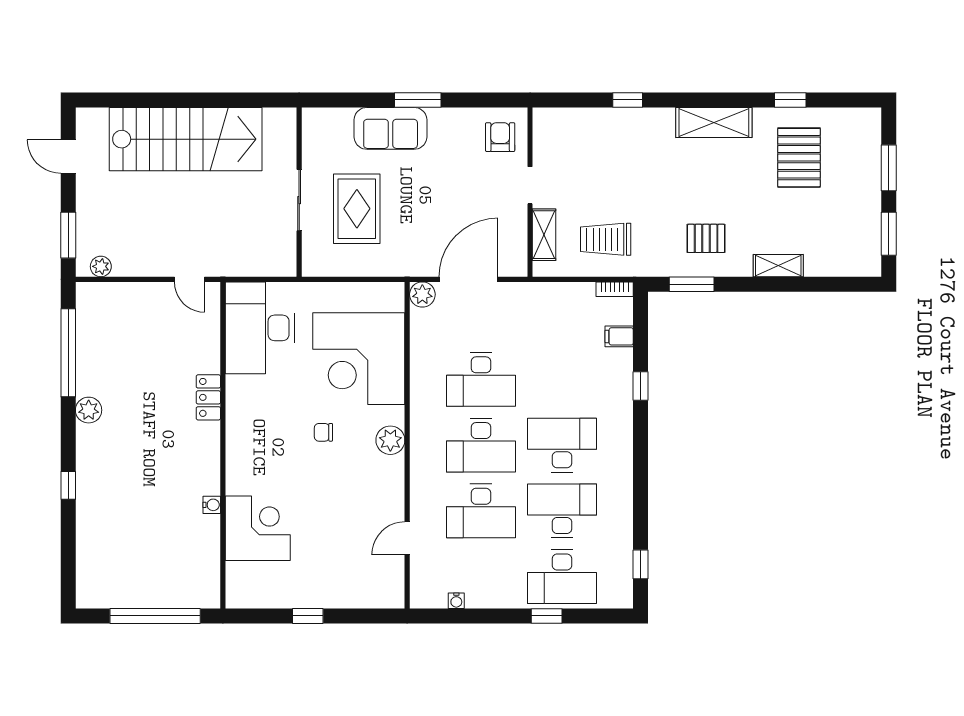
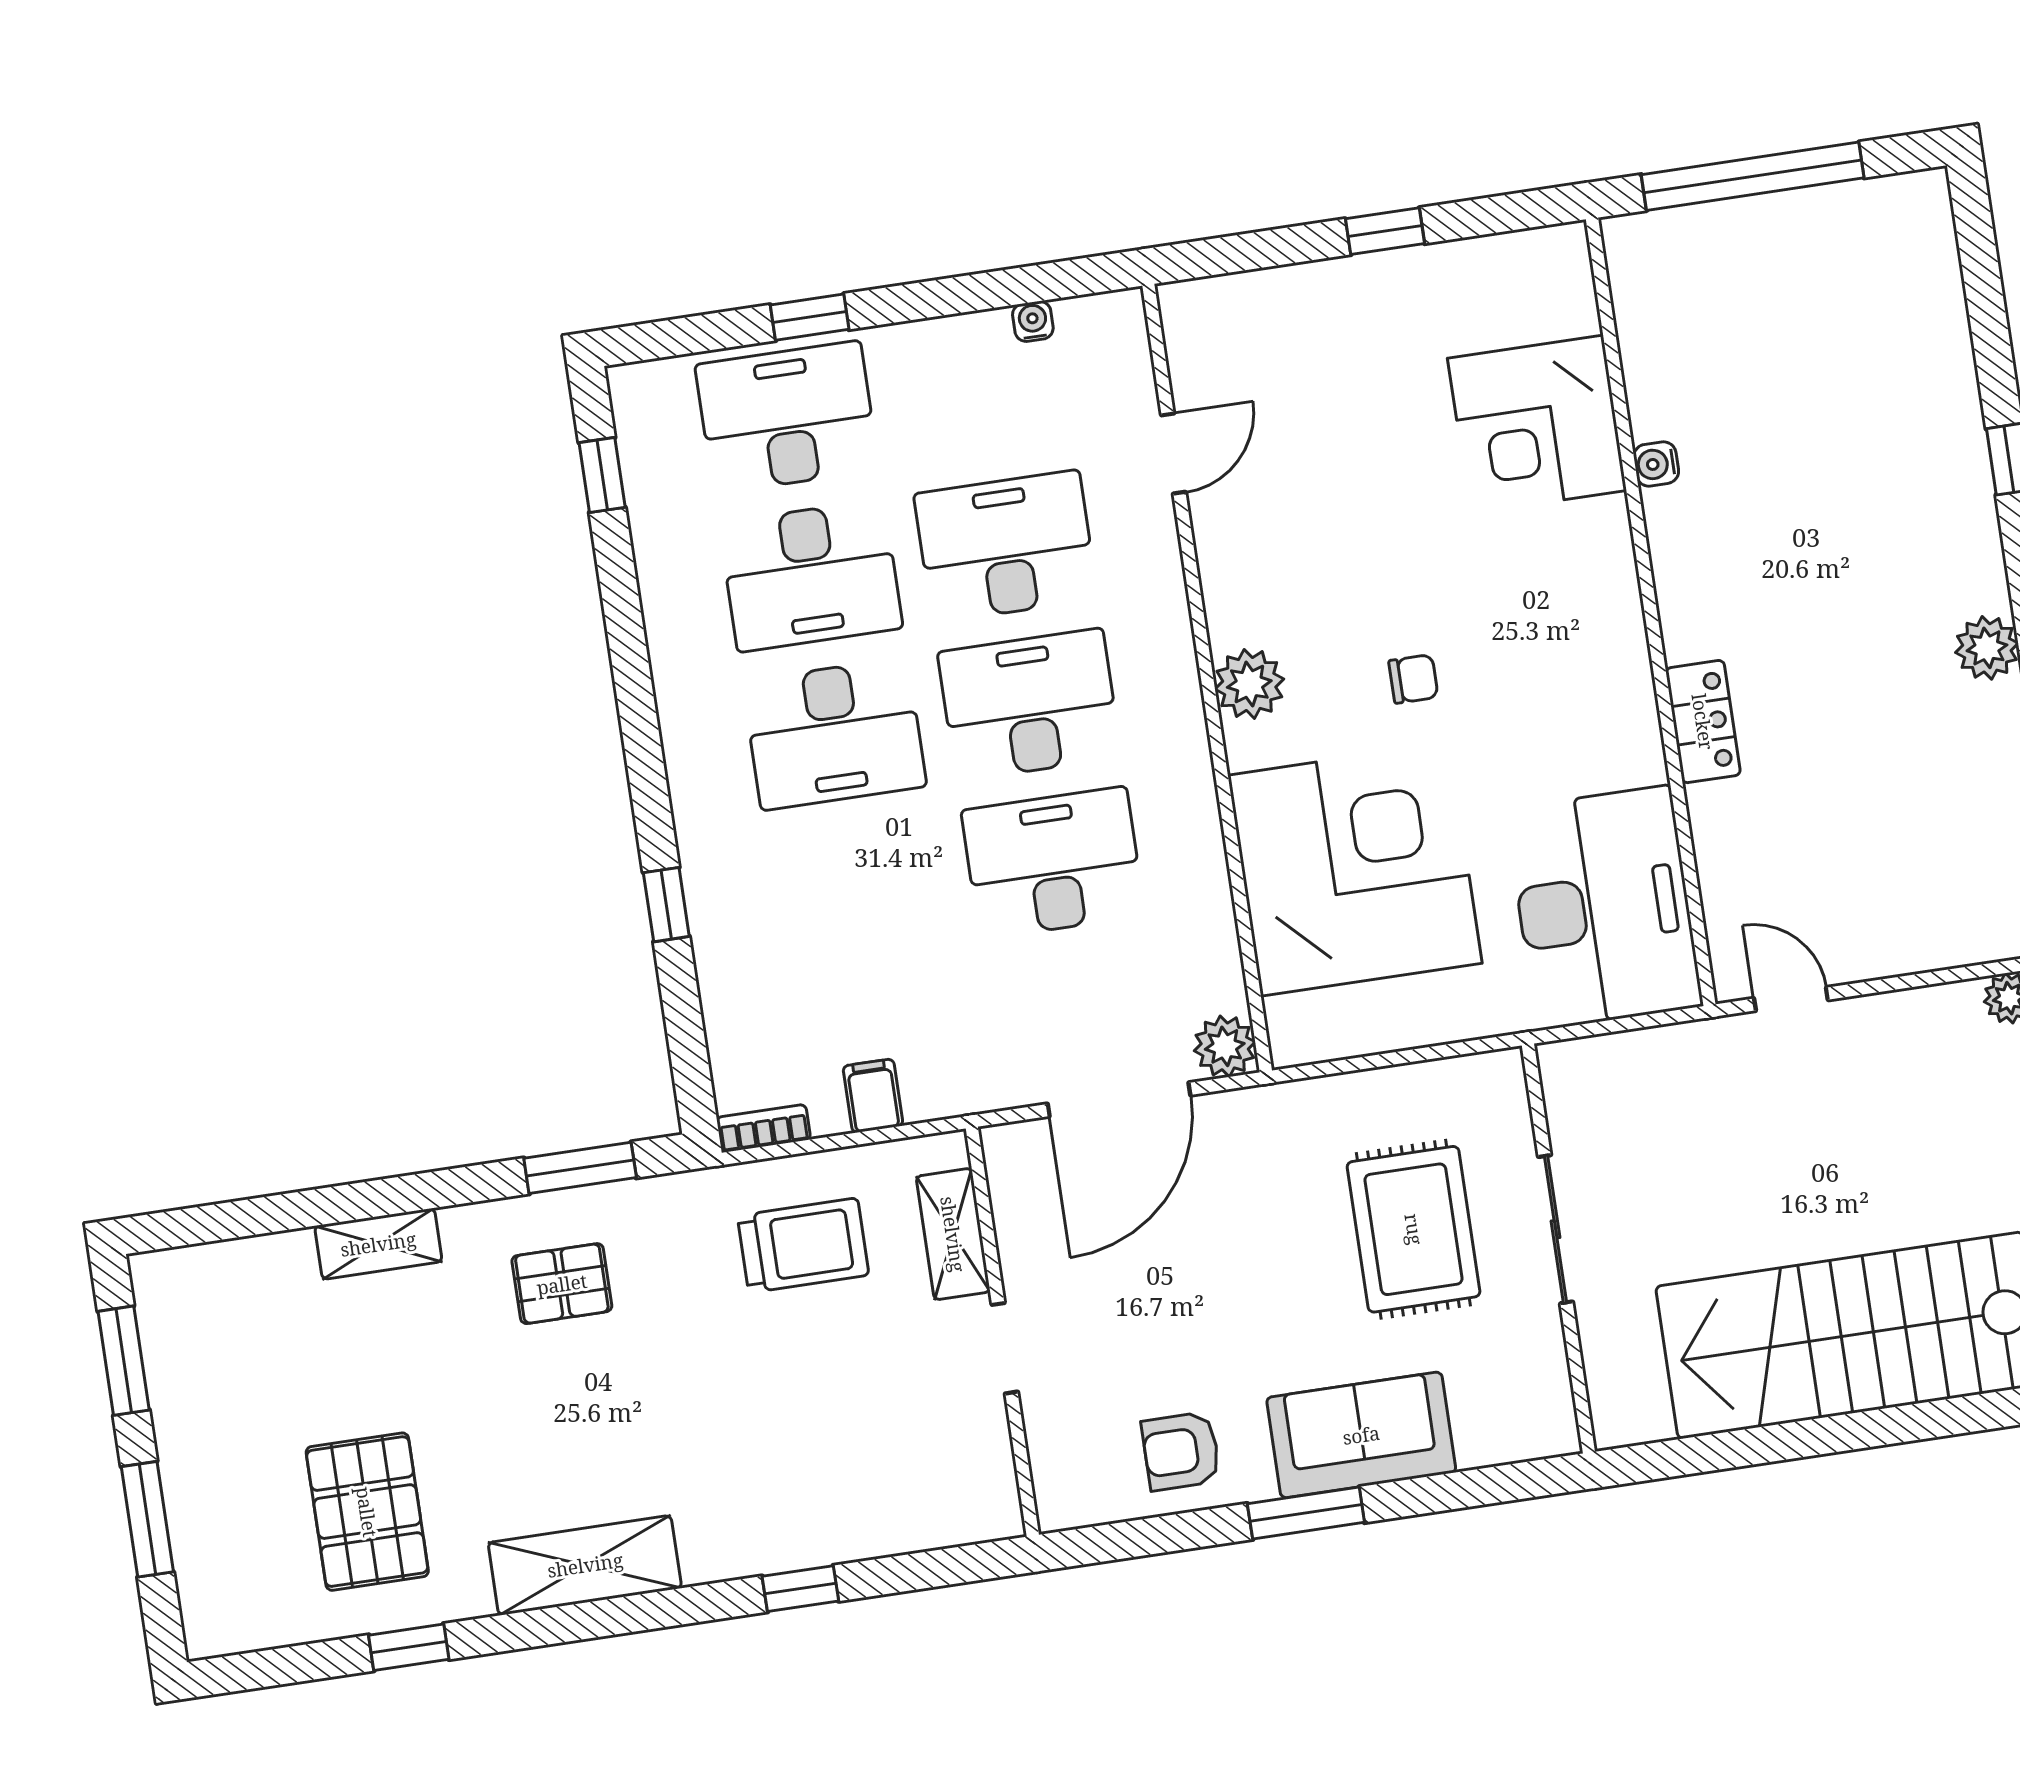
armchair: (500, 137) -> (1181, 1451), moved, turned 90
filing cabinet: (619, 336) -> (873, 1096), moved, turned -90

